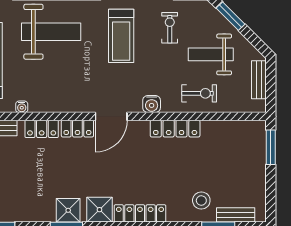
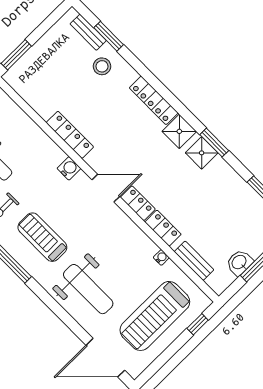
weight bench: (51, 32) -> (88, 289), turned 180
treadmill: (121, 36) -> (42, 237), turned -90
exercise bike: (199, 93) -> (28, 142), removed

